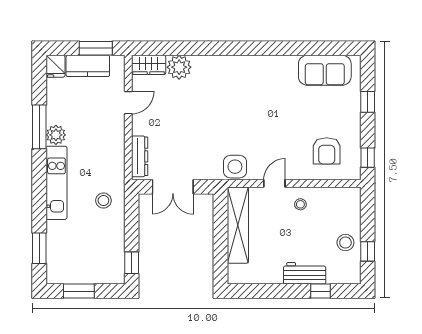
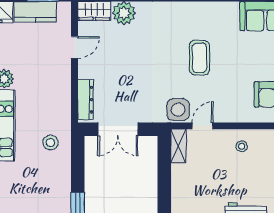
coffee table: (257, 113) -> (199, 58), added
door: (274, 183) -> (203, 126), moved
shelving: (238, 225) -> (178, 146), width x0.45, depth x0.75

